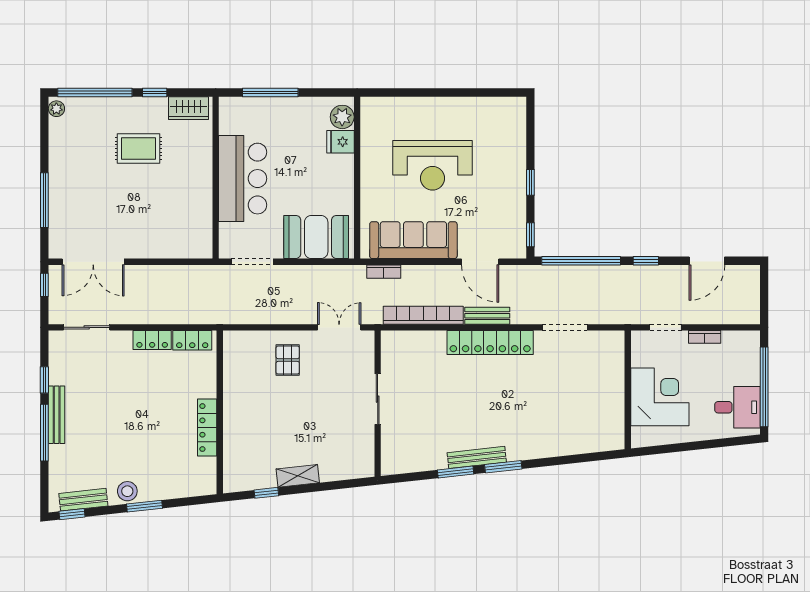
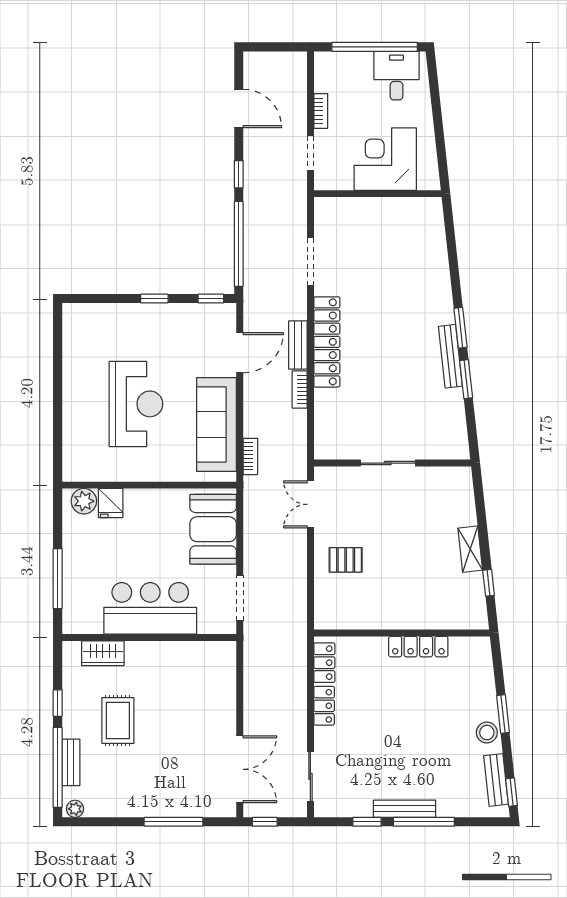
bench: (100, 105) -> (71, 762), added
wardrobe: (188, 108) -> (103, 653), moved, turned 90
bookcase: (423, 315) -> (300, 389), width x0.43, depth x0.76

